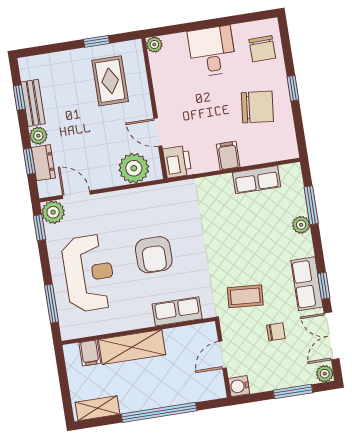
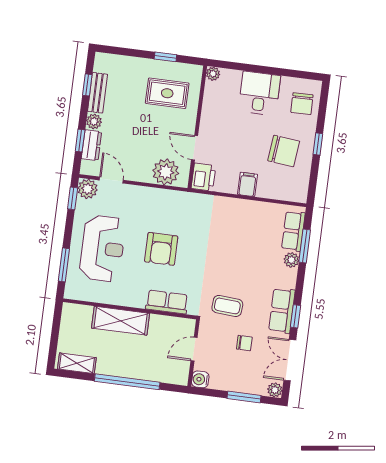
rug: (110, 81) -> (167, 93), turned 90
row of seats: (257, 180) -> (293, 231), moved, turned 90
filing cabinet: (90, 353) -> (84, 315), removed

